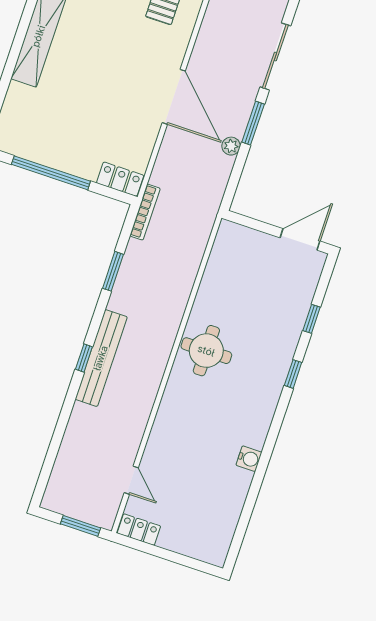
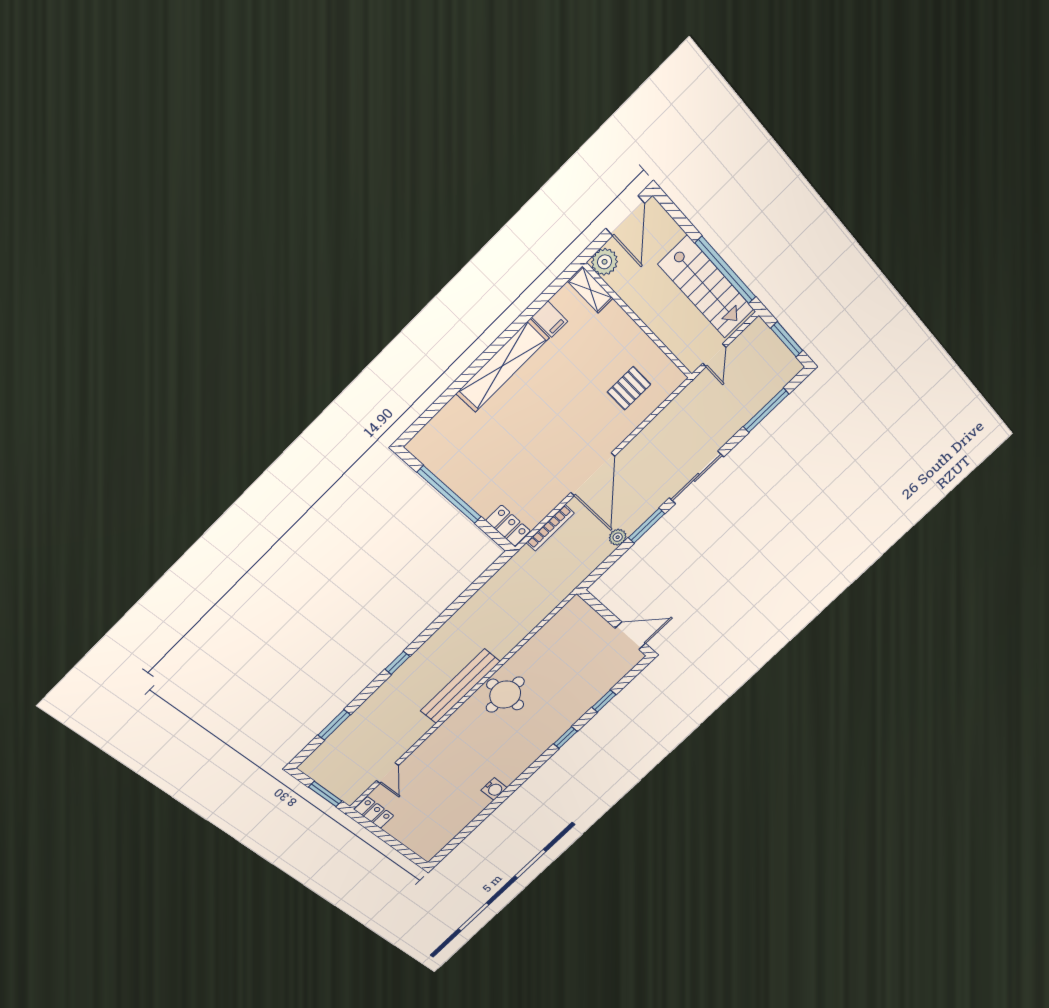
bookcase: (145, 212) -> (550, 528), moved
window: (113, 271) -> (334, 725), moved
bench: (101, 358) -> (460, 686), moved

